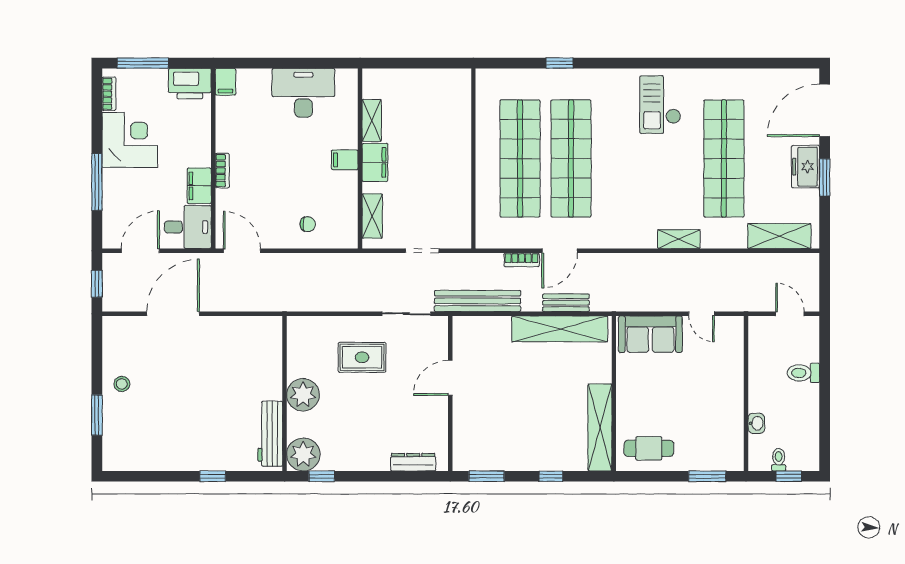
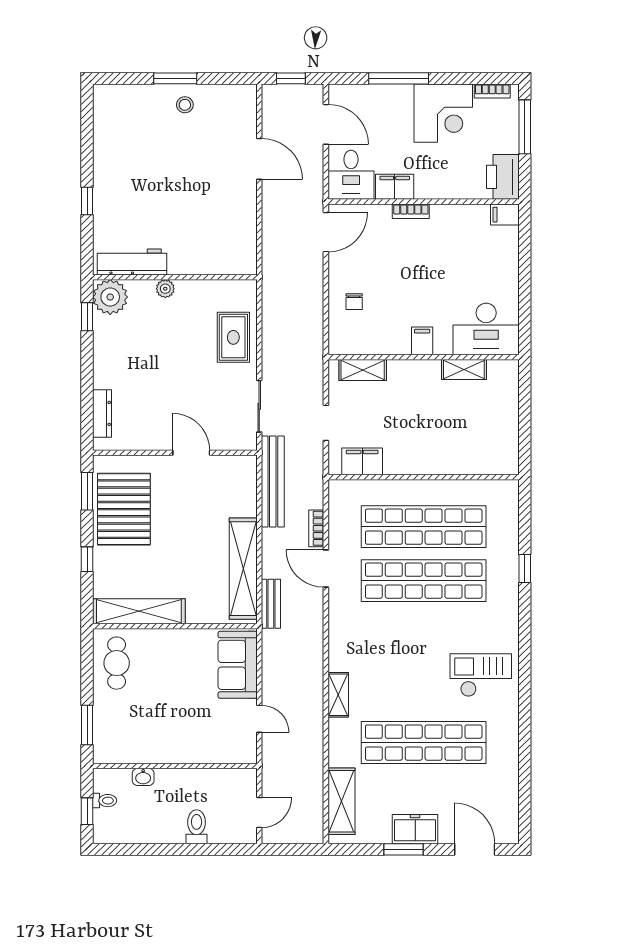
desk: (303, 93) -> (486, 329), moved, turned 90
door: (825, 110) -> (475, 849), width x0.73
filing cabinet: (375, 162) -> (362, 461), moved, turned 180
bench: (566, 303) -> (271, 604), moved
door: (173, 314) -> (259, 159), width x0.73
door: (701, 314) -> (259, 719), swing flipped
rug: (362, 357) -> (233, 337), moved
plant: (303, 395) -> (165, 289), width x0.53, depth x0.53
window: (97, 415) -> (175, 78), moved
pallet: (504, 442) -> (124, 509), added

